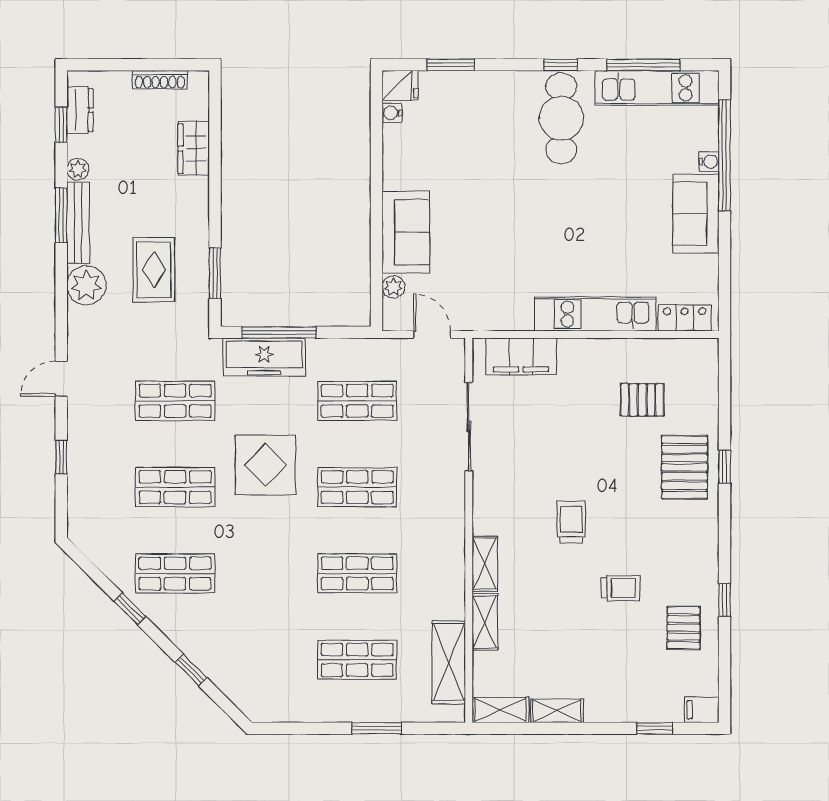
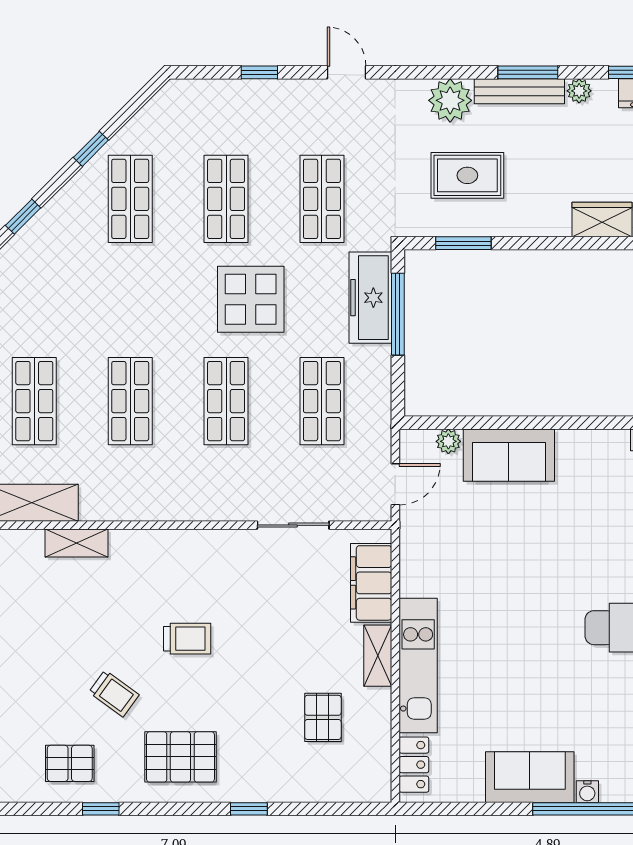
sliding door: (469, 427) -> (293, 525), width x0.73
pallet: (684, 467) -> (180, 757), moved
shelving: (485, 564) -> (378, 656), moved, turned 90
trolley: (621, 588) -> (114, 694), turned -54

